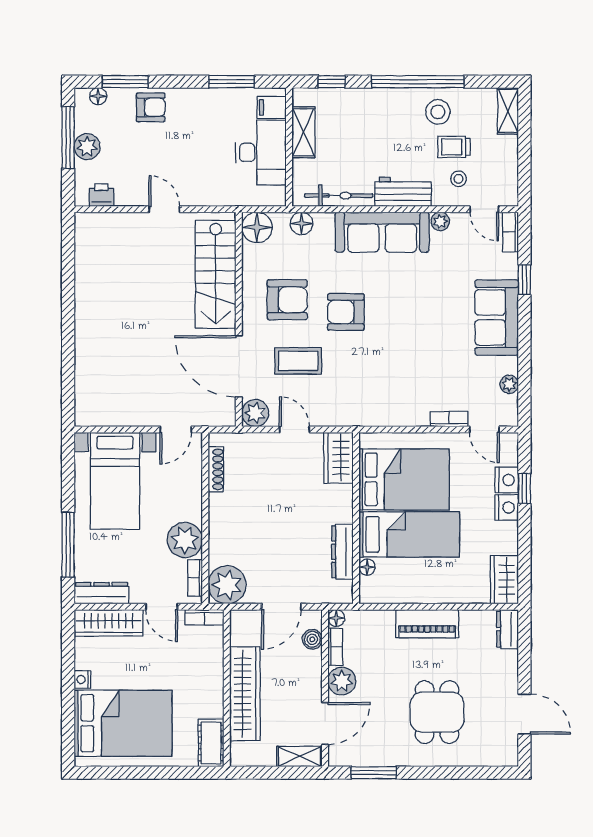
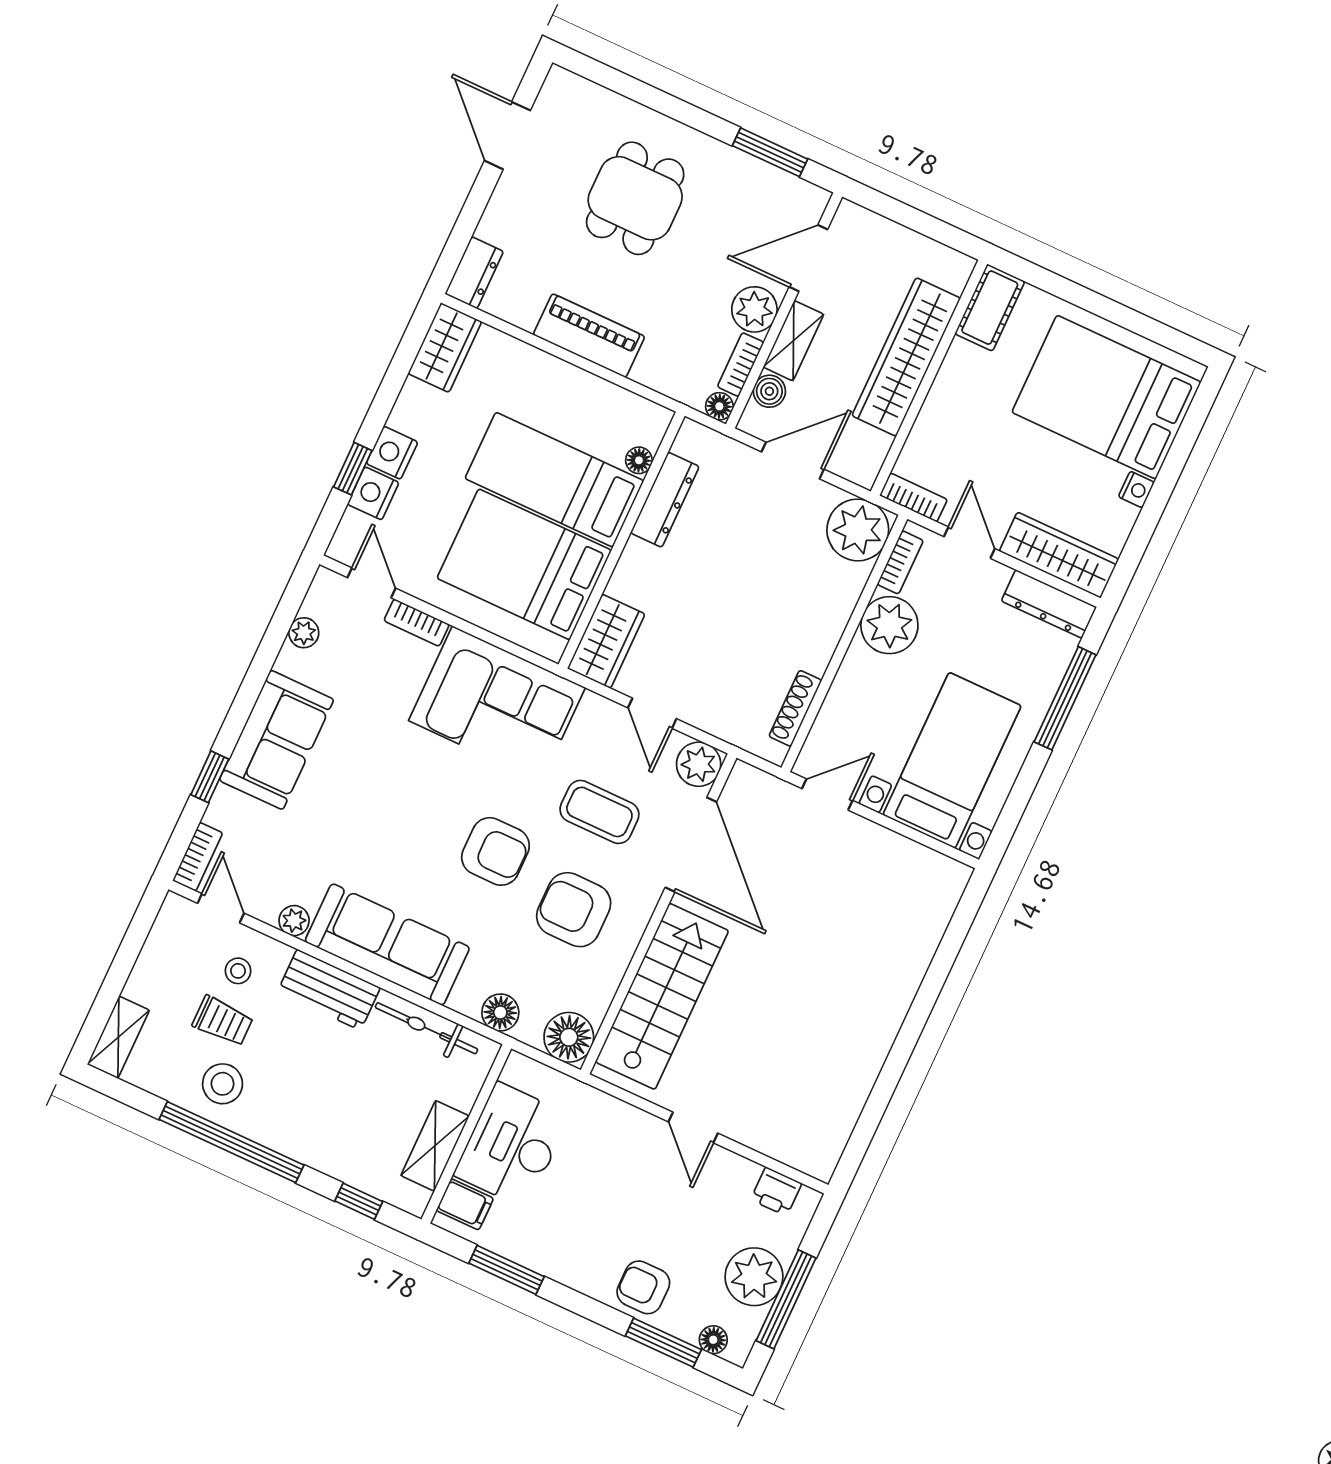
plant: (87, 147) -> (754, 1277), width x1.36, depth x1.36
corner sofa: (383, 395) -> (497, 704), added
shelving: (299, 756) -> (793, 341), moved, turned 90

